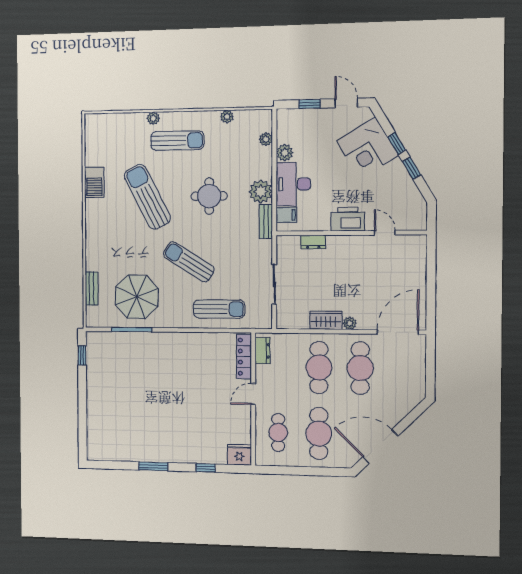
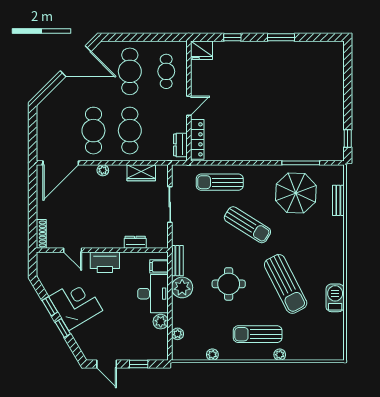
corner desk: (367, 148) -> (76, 304), moved
shoe rack: (421, 251) -> (41, 234), added
wardrobe: (326, 320) -> (141, 173), moved

